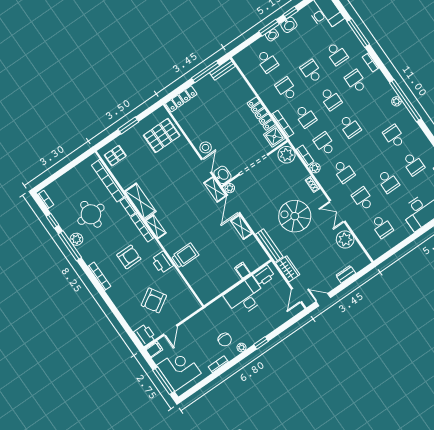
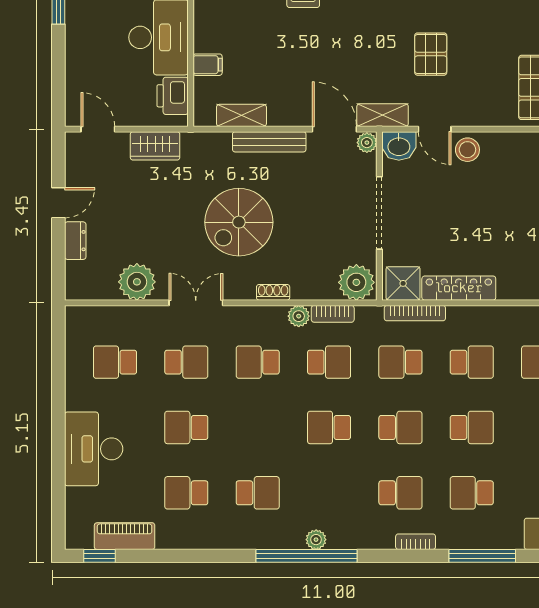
school desk: (331, 99) -> (400, 427), turned 180
pallet: (178, 187) -> (431, 54), added
spiral stairs: (295, 216) -> (239, 222), turned 180
shelving: (241, 227) -> (241, 115), moved
bench: (269, 246) -> (269, 142), moved
door: (323, 300) -> (58, 203), moved

